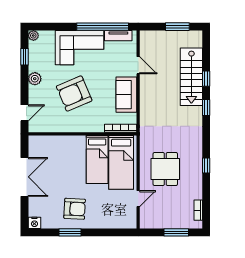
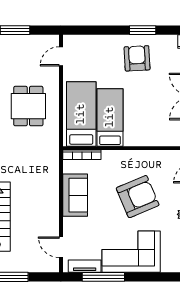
window: (103, 27) -> (103, 277), width x0.68
door: (138, 65) -> (61, 247), moved
door: (138, 199) -> (61, 56), moved
armchair: (75, 209) -> (137, 58), turned 84

